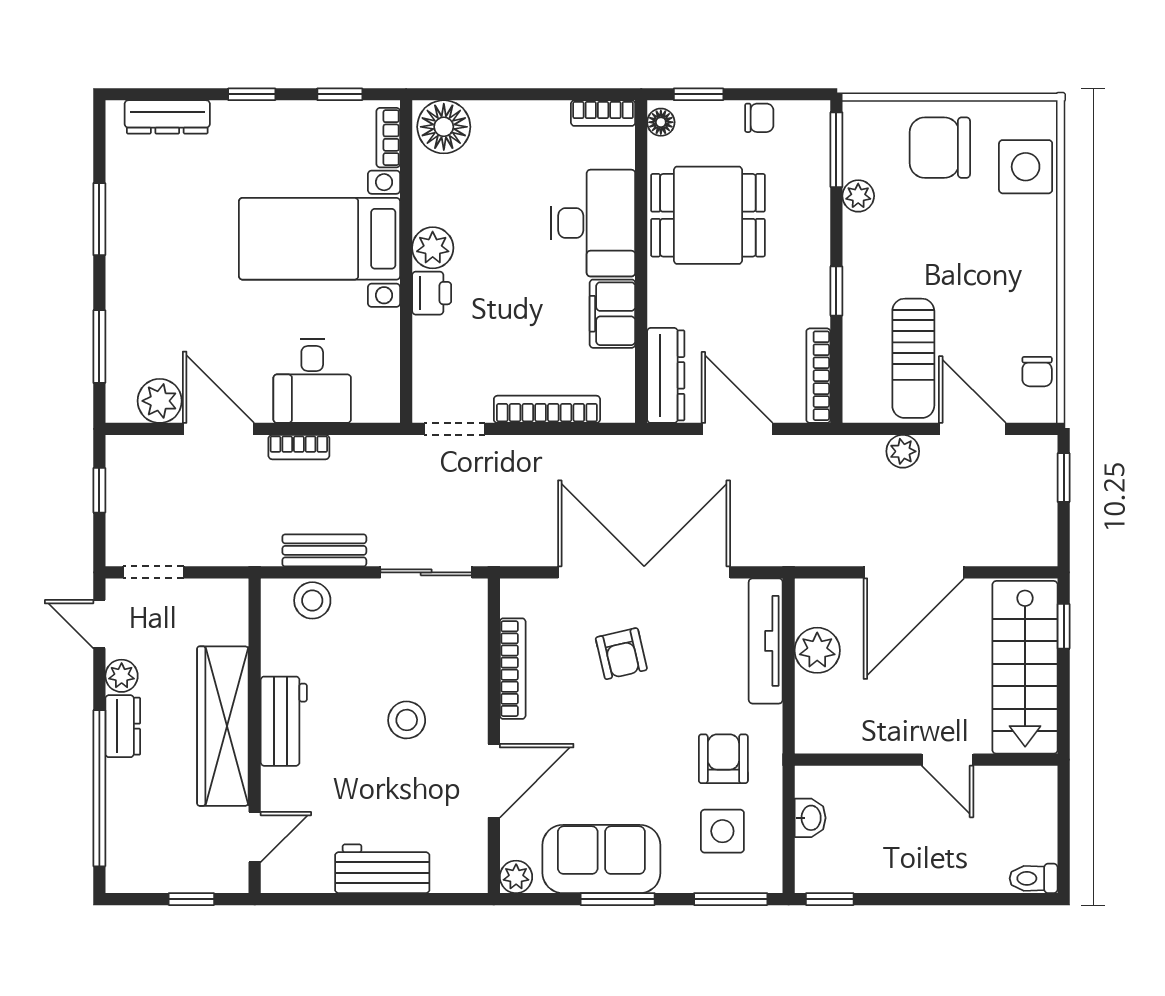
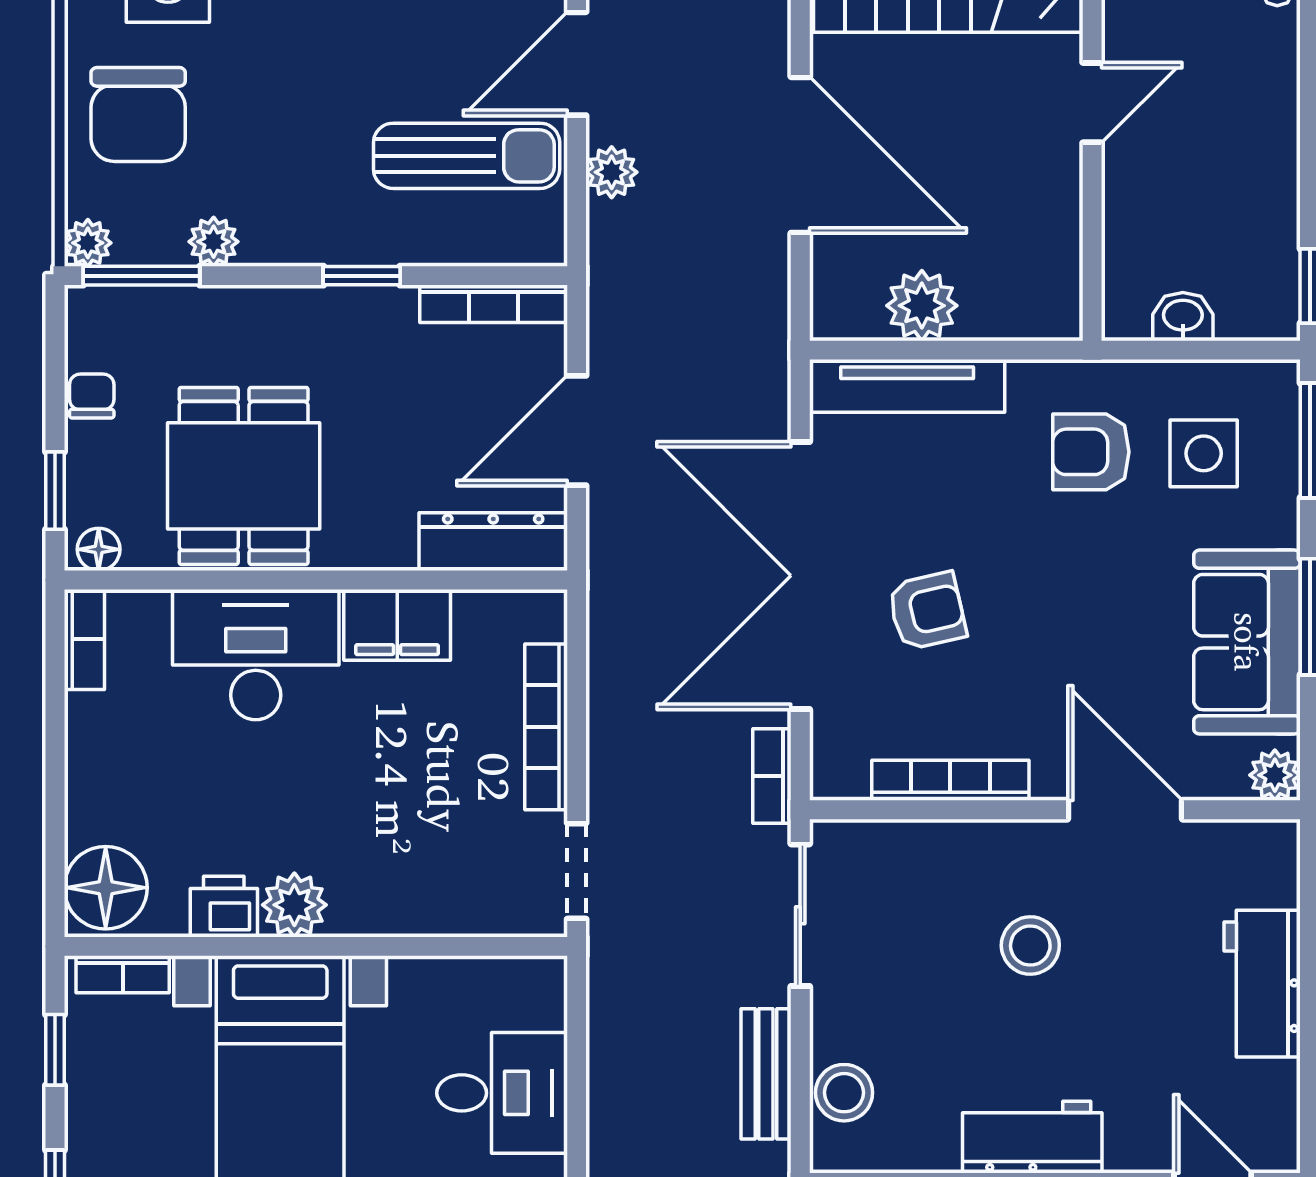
plant: (857, 115) -> (88, 243), added
printer: (432, 293) -> (224, 907), moved
bookcase: (299, 447) -> (772, 776), moved, turned 180

